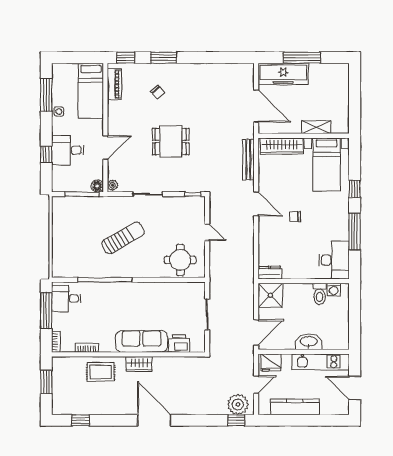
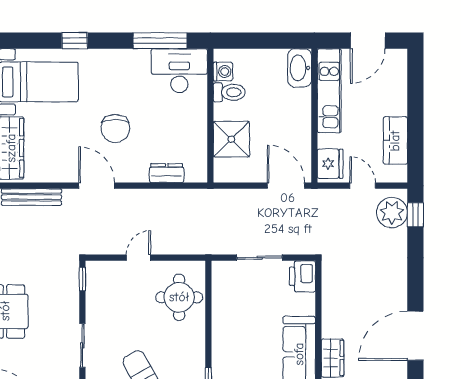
door: (256, 204) -> (97, 186), hinge flipped
chair: (295, 217) -> (115, 128), width x1.87, depth x1.87
window: (355, 231) -> (160, 41), moved
dresser: (270, 273) -> (167, 173), moved, turned 90
shower: (270, 295) -> (231, 139), moved
washbasin: (309, 342) -> (300, 68), moved
printer: (179, 344) -> (302, 276), moved
kitchen counter: (295, 407) -> (395, 141), width x0.67

